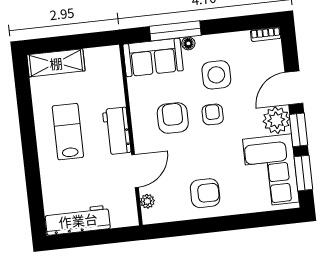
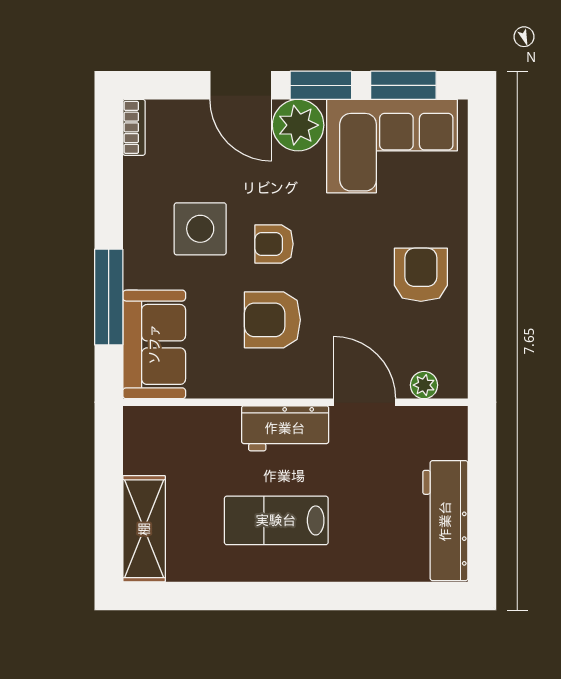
floor lamp: (188, 43) -> (135, 275), removed

